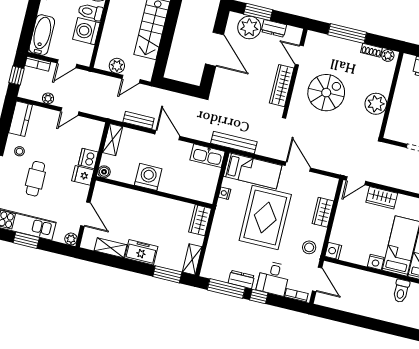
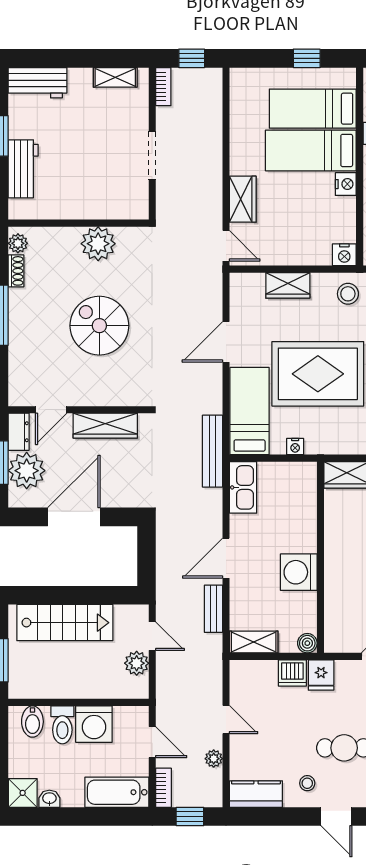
door: (299, 55) -> (51, 410), moved
wall: (295, 72) -> (79, 410), moved
wardrobe: (282, 86) -> (105, 426), moved

